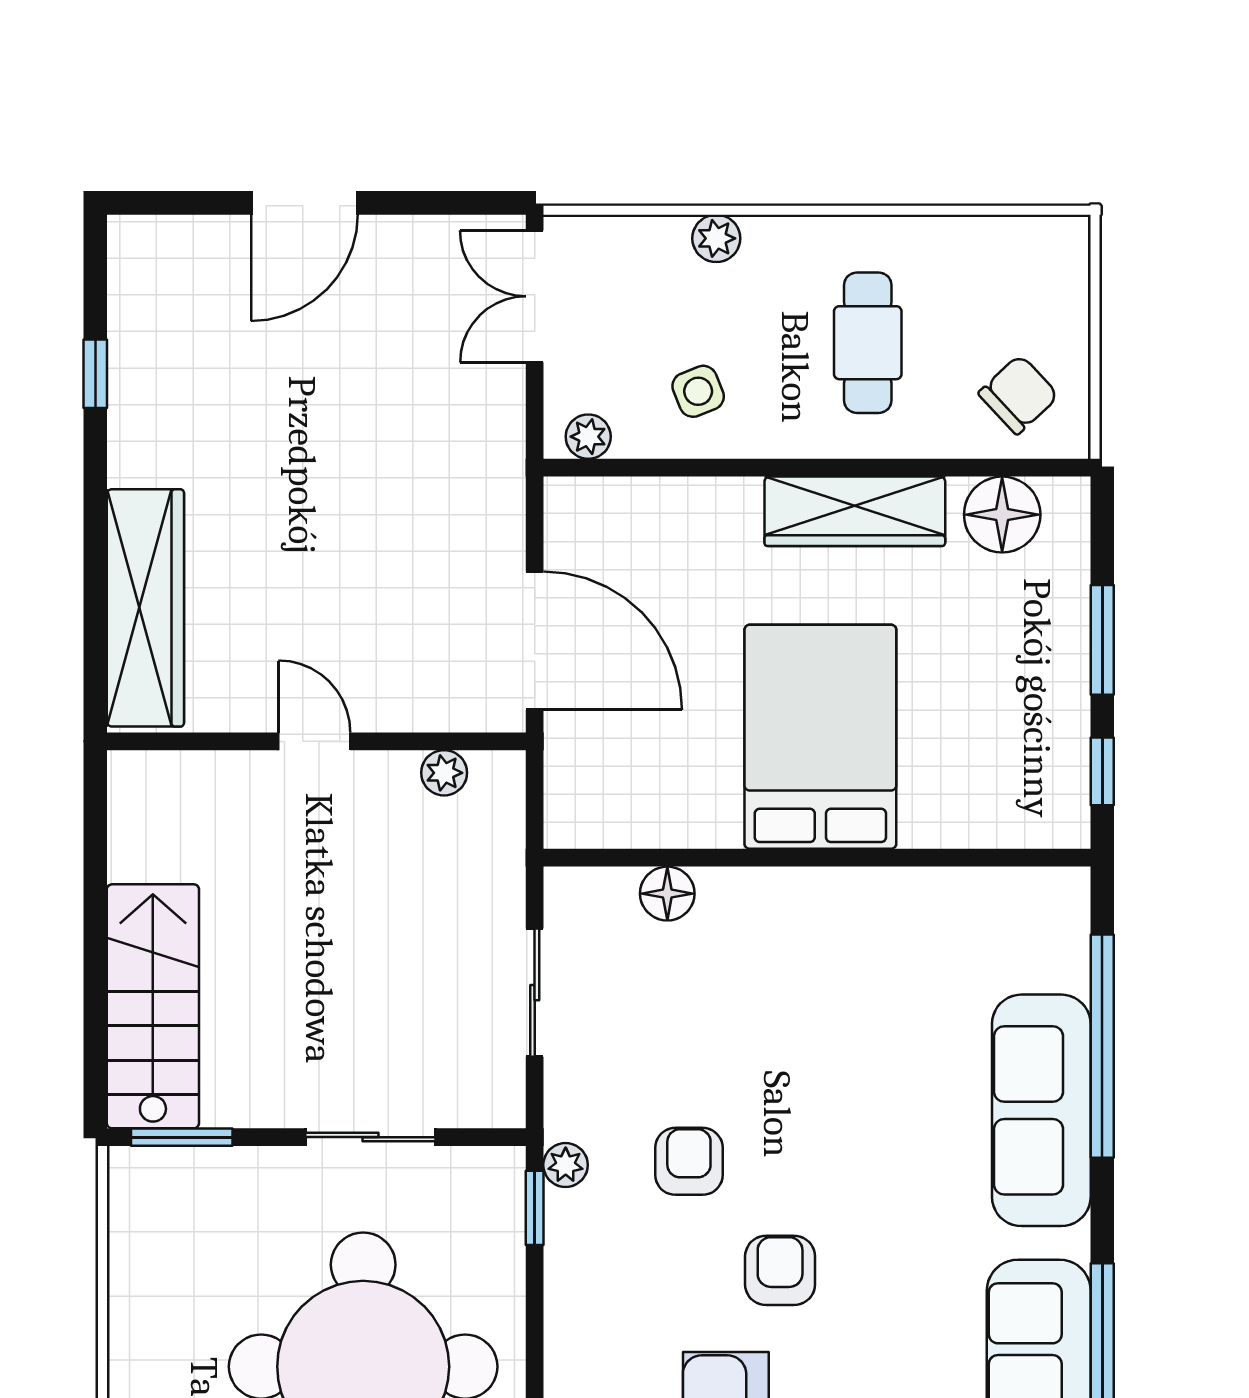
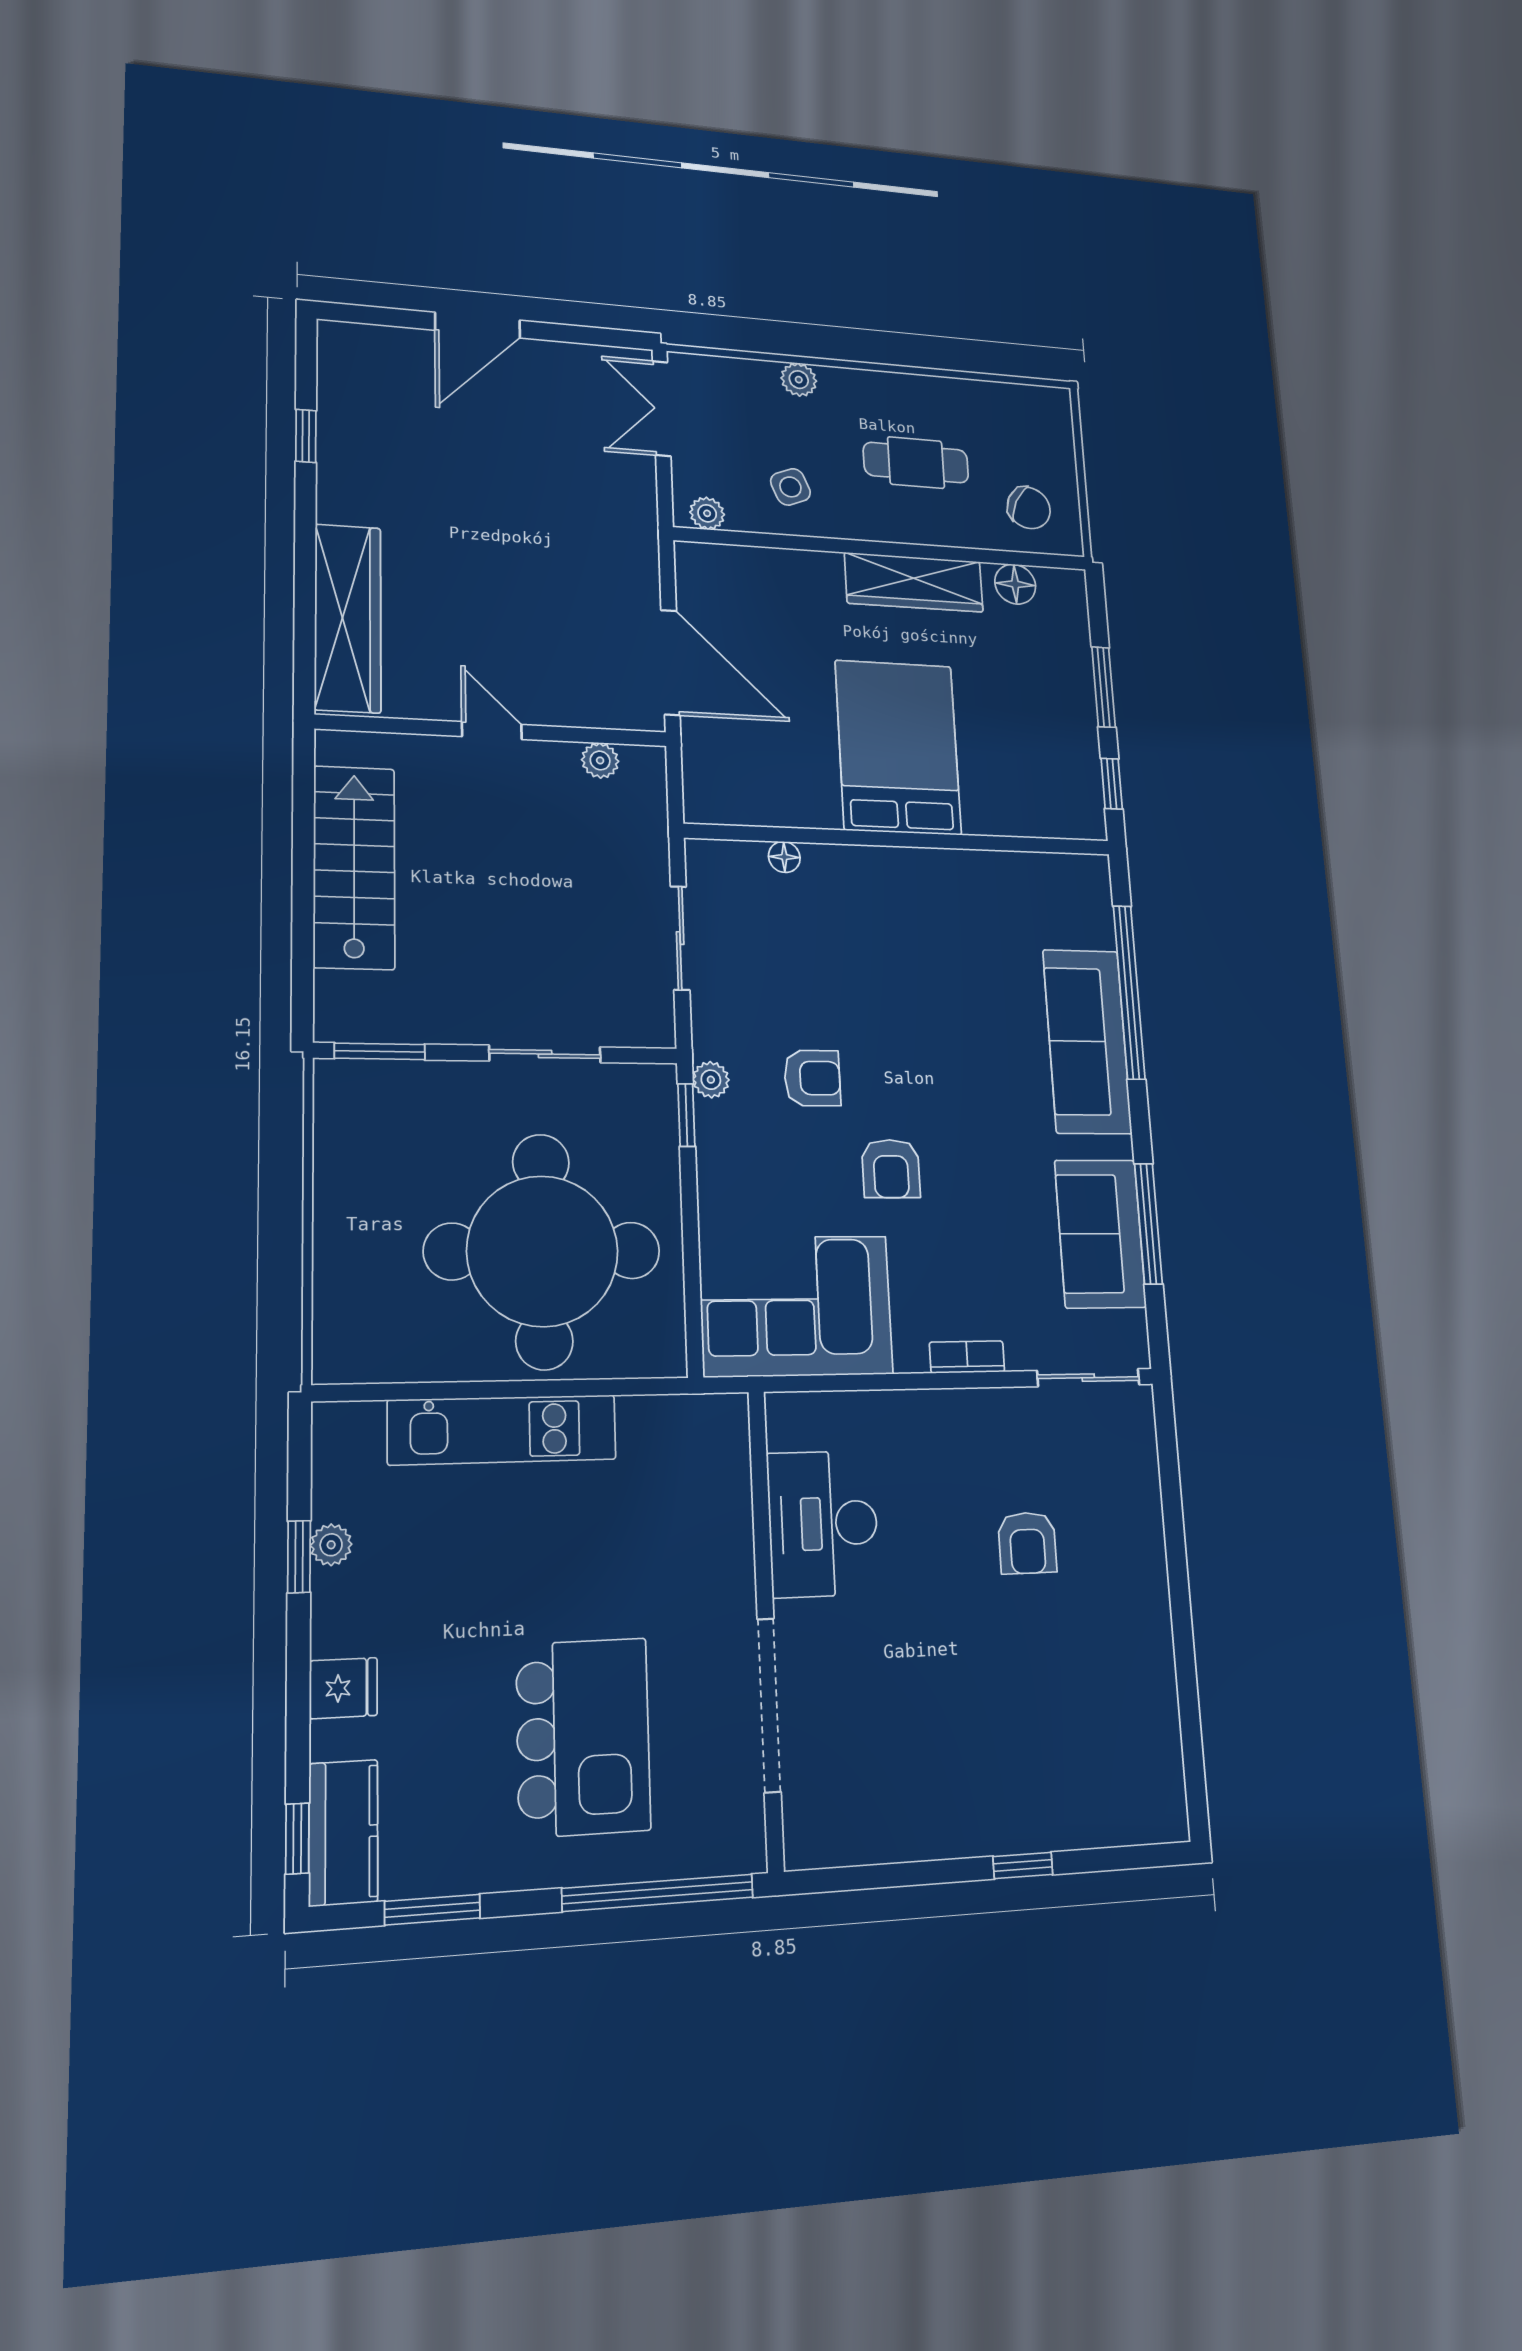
cafe table: (868, 343) -> (916, 463), turned 90
chair: (1019, 395) -> (1029, 508), turned 68
floor lamp: (1002, 515) -> (1015, 584), width x0.73, depth x0.73
floor lamp: (667, 894) -> (784, 857), width x0.73, depth x0.73
stairs: (153, 1006) -> (354, 867), moved
armchair: (689, 1161) -> (812, 1078), turned 90
armchair: (780, 1270) -> (891, 1169), turned 180

